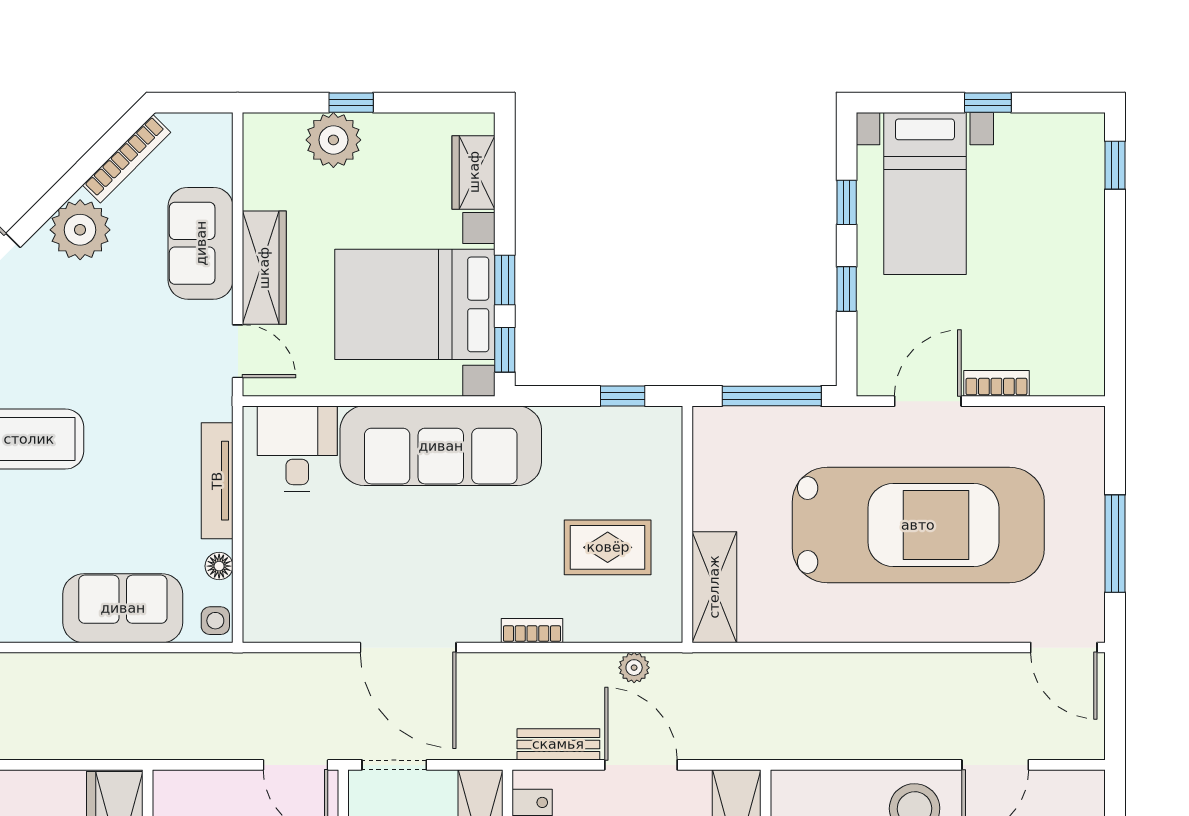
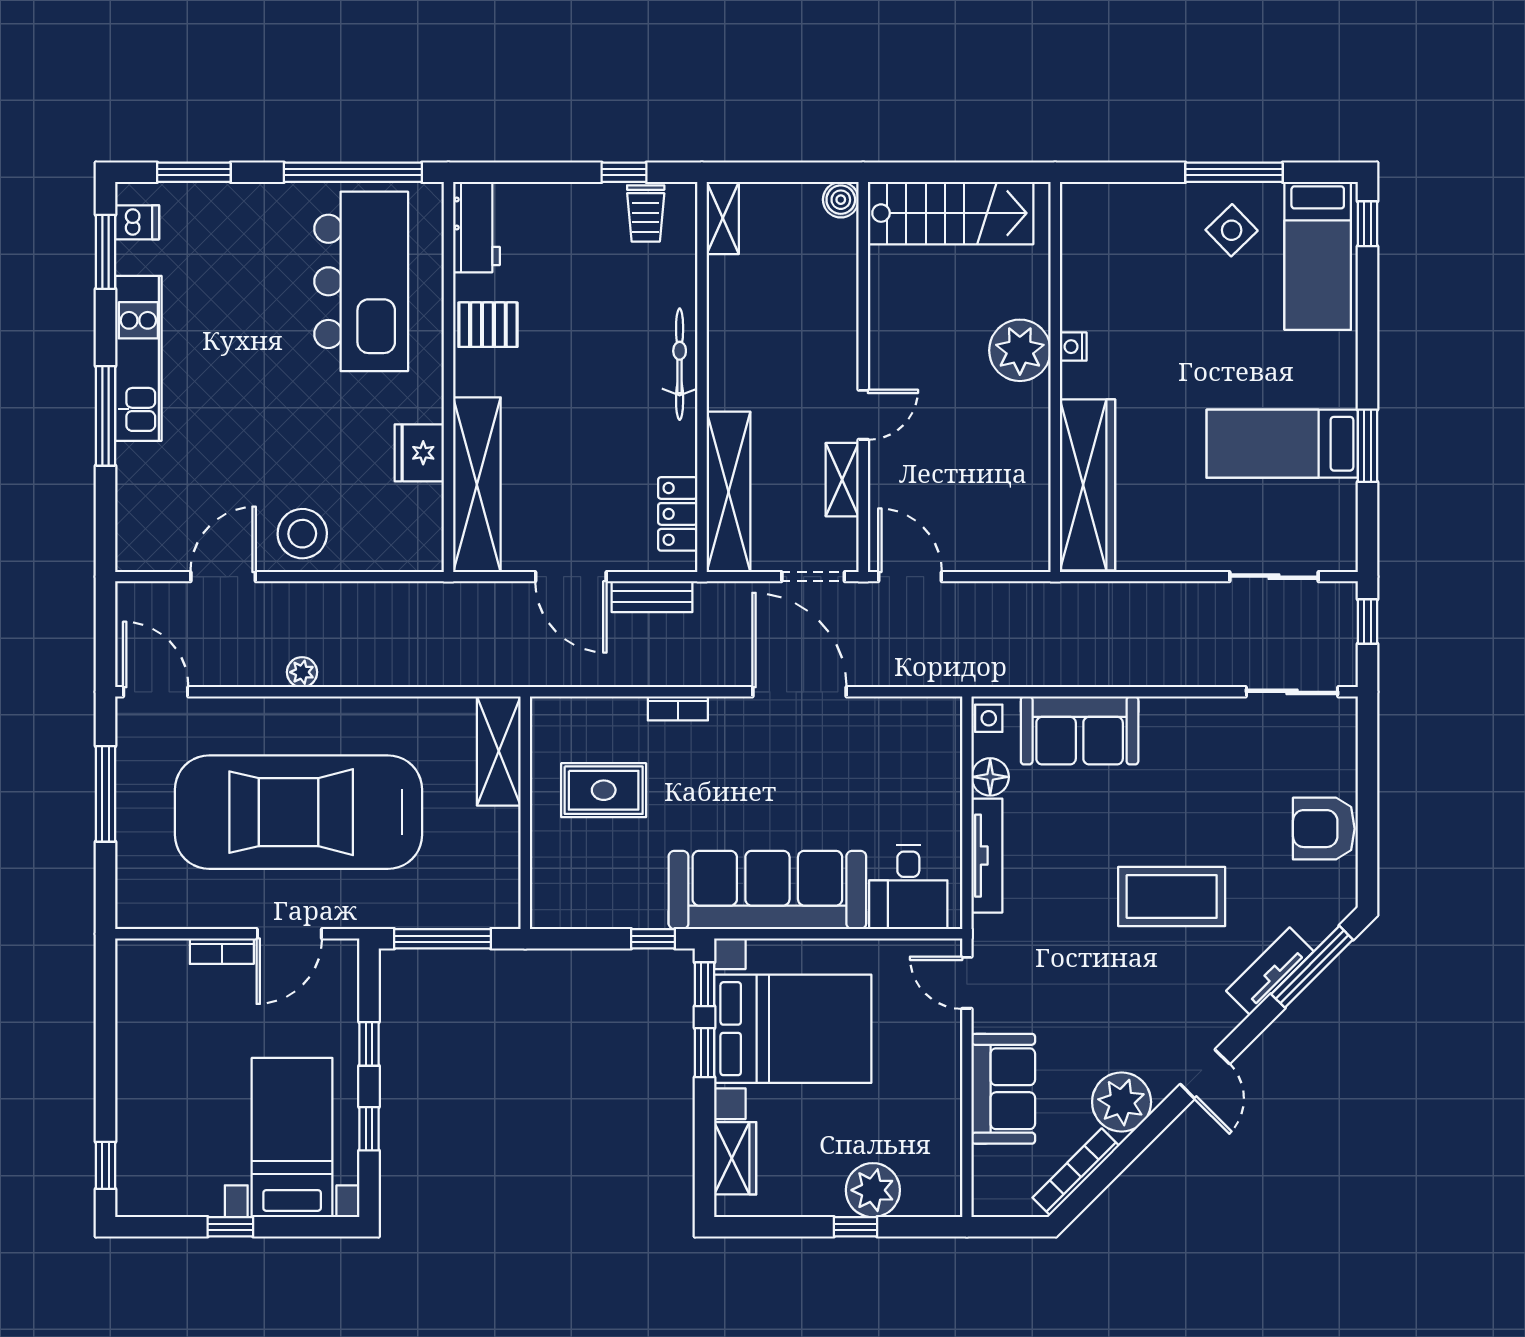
wardrobe: (264, 268) -> (941, 1065), removed
window: (623, 396) -> (653, 939), moved
floor lamp: (219, 566) -> (990, 777), width x1.37, depth x1.37
plant: (634, 668) -> (302, 672), moved

